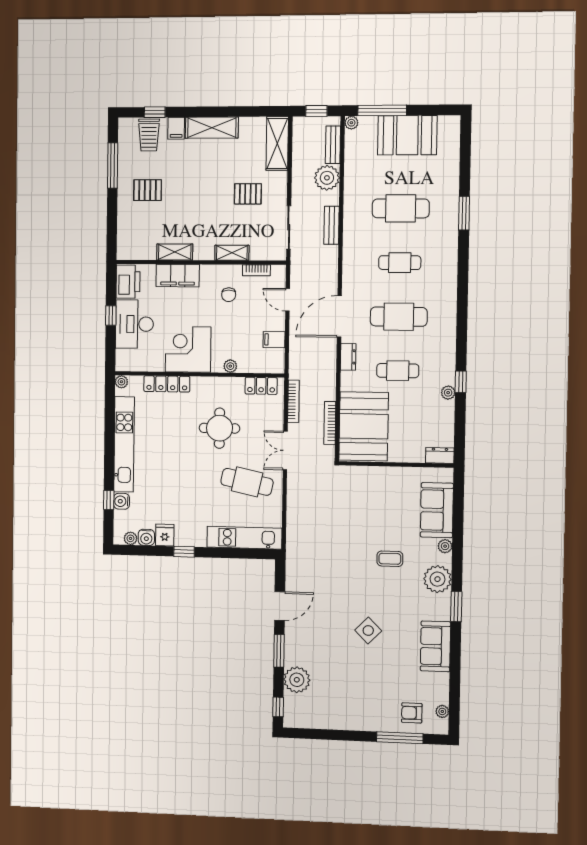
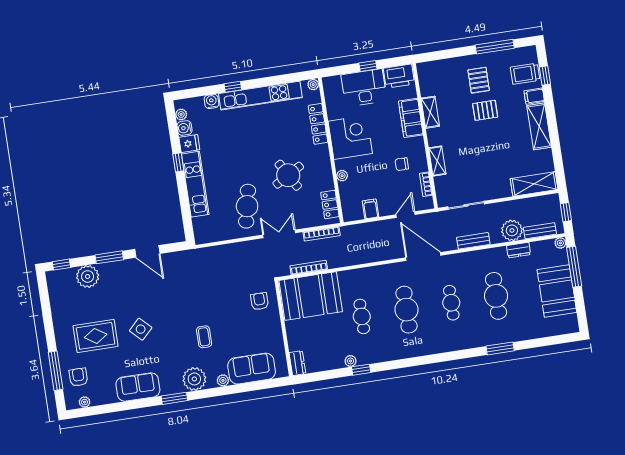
pallet: (248, 194) -> (485, 110), moved, turned 90
door: (339, 316) -> (423, 256), moved
dresser: (348, 357) -> (519, 250), moved
round table: (219, 428) -> (288, 175), turned -30
armchair: (359, 487) -> (259, 301), added
window: (109, 500) -> (233, 87), moved
kitchen unit: (244, 538) -> (195, 184), moved
rug: (367, 684) -> (96, 336), added

